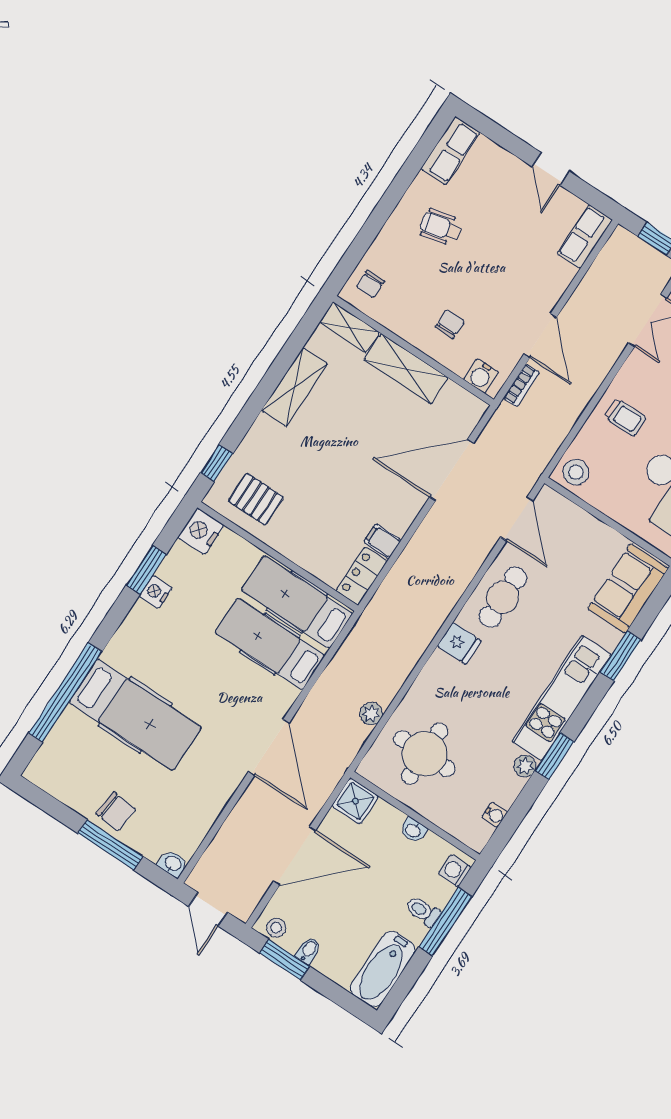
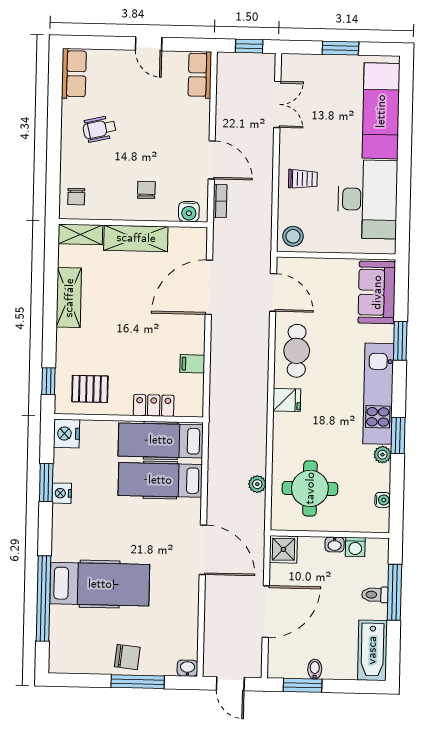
locker: (362, 576) -> (154, 405), moved, turned 90
washing machine: (455, 871) -> (355, 547), moved, turned -90
stool: (276, 928) -> (284, 667), removed

